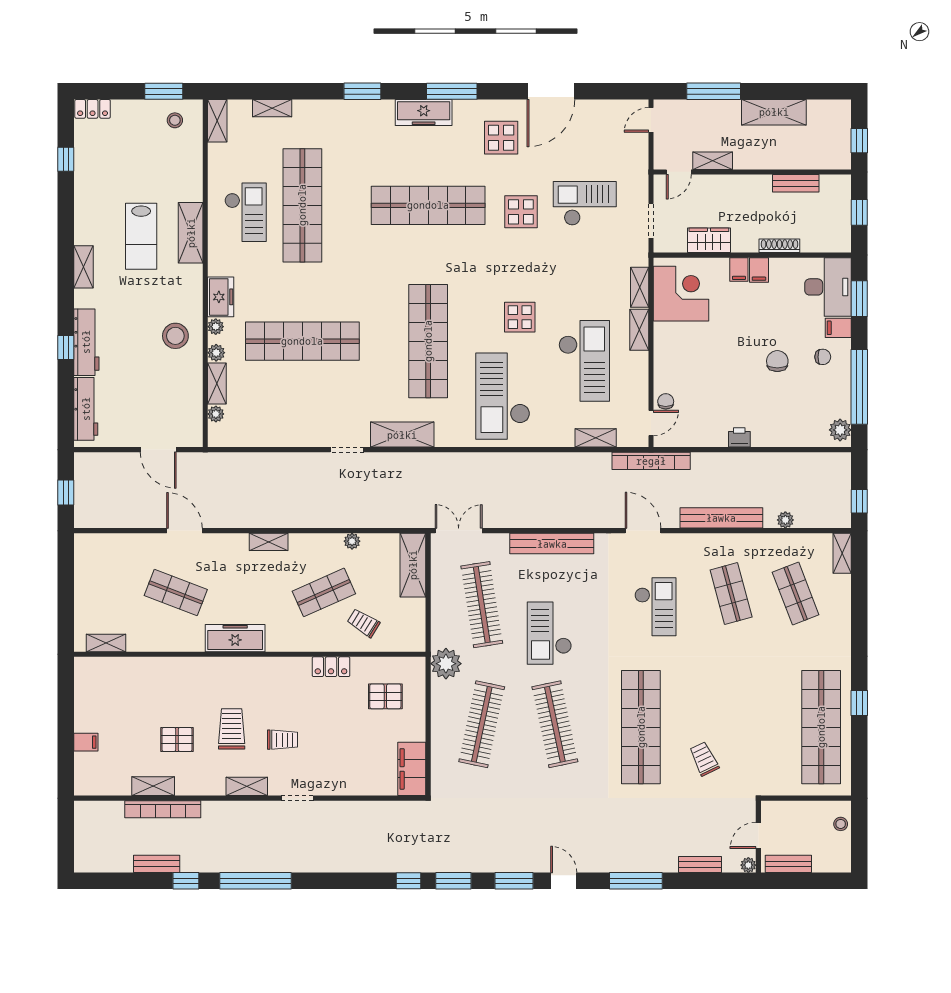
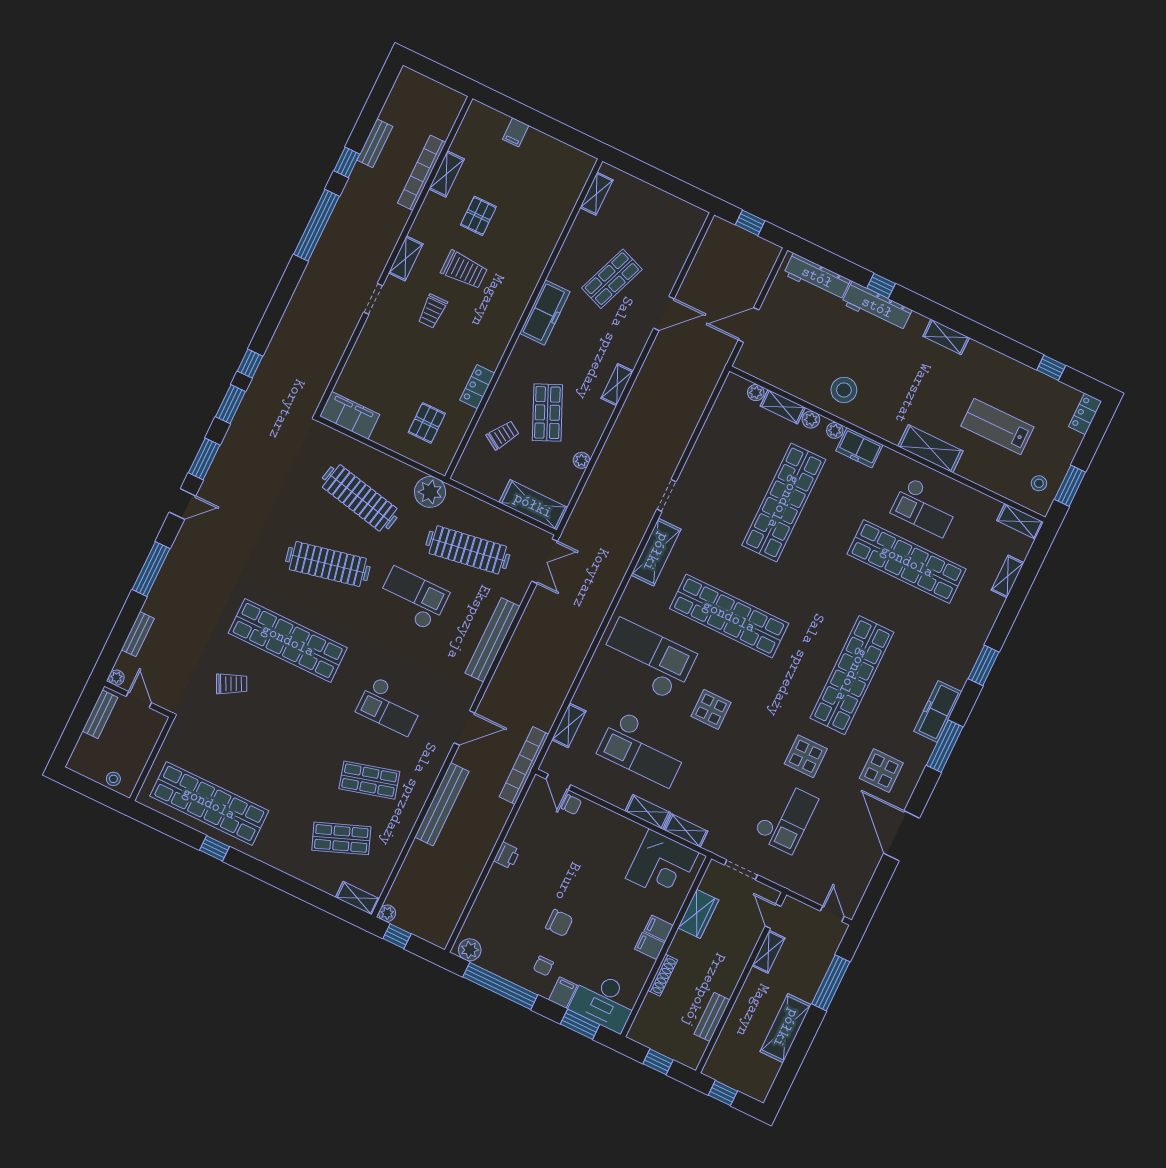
lab bench: (141, 236) -> (997, 426), moved
plant: (785, 520) -> (387, 913), moved

